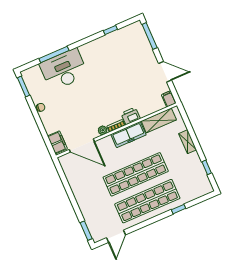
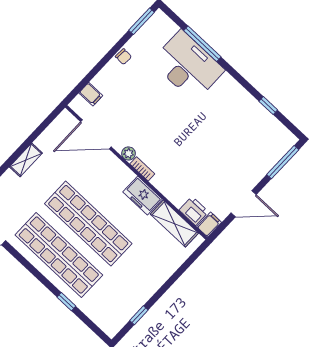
door: (165, 72) -> (244, 204), hinge flipped
printer: (131, 116) -> (194, 211), moved
freezer: (128, 135) -> (143, 196), width x0.71
filing cabinet: (57, 142) -> (91, 94), width x0.50
shelving: (188, 142) -> (26, 160), moved
door: (82, 145) -> (96, 134), hinge flipped

